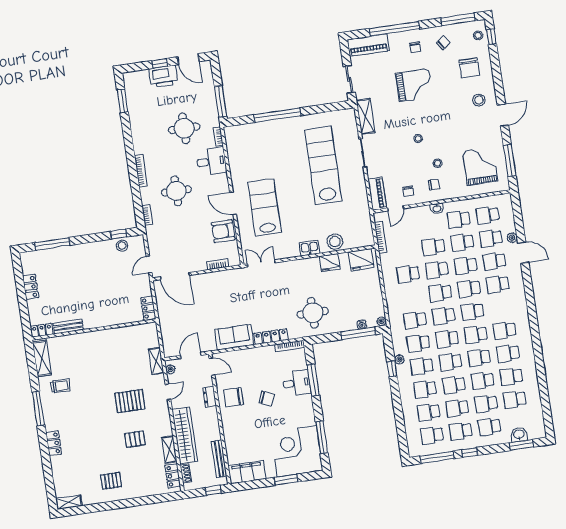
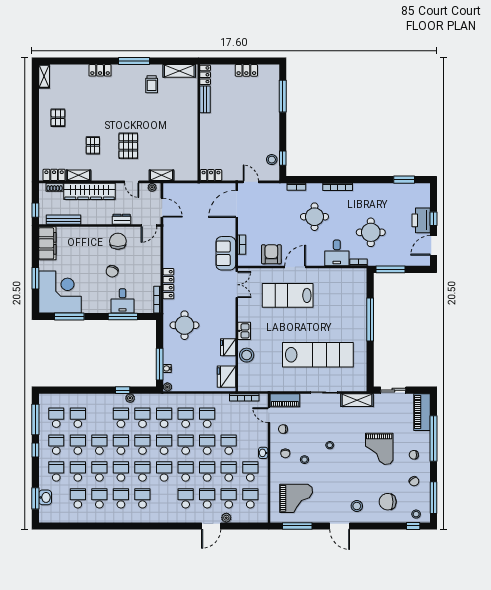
lab bench: (265, 207) -> (288, 295), turned 180
sofa: (234, 337) -> (226, 253), moved, turned 180
school desk: (425, 389) -> (186, 418), moved

